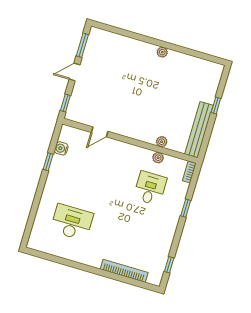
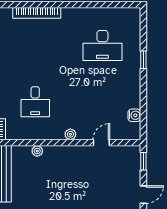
plant: (158, 158) -> (70, 134), moved
window: (48, 162) -> (143, 60), moved

